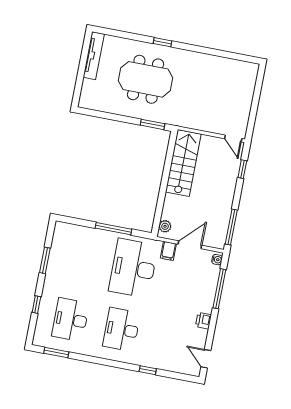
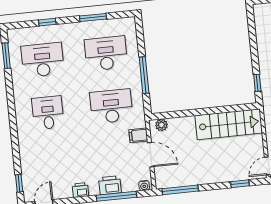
window: (153, 124) -> (257, 83), width x0.67
desk: (82, 258) -> (106, 53), added
desk: (133, 268) -> (111, 106), width x0.73, depth x0.77
printer: (207, 292) -> (110, 185), added
desk: (122, 329) -> (48, 113), width x0.73
window: (148, 370) -> (19, 183), moved

